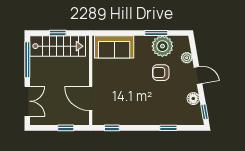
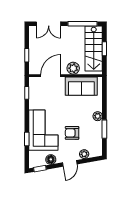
plant: (162, 46) -> (98, 116), moved, width x0.53, depth x0.53
sofa: (114, 47) -> (81, 86), moved, turned -90
plant: (82, 71) -> (73, 68), added
armchair: (161, 73) -> (72, 133), turned -90
corner sofa: (157, 108) -> (43, 130), added

